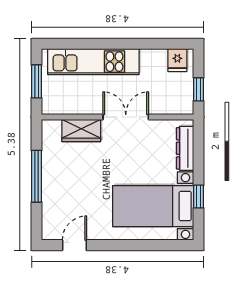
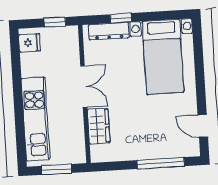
double door: (126, 117) -> (84, 87), swing flipped
window: (36, 176) -> (161, 163), moved
window: (199, 197) -> (121, 18), moved

